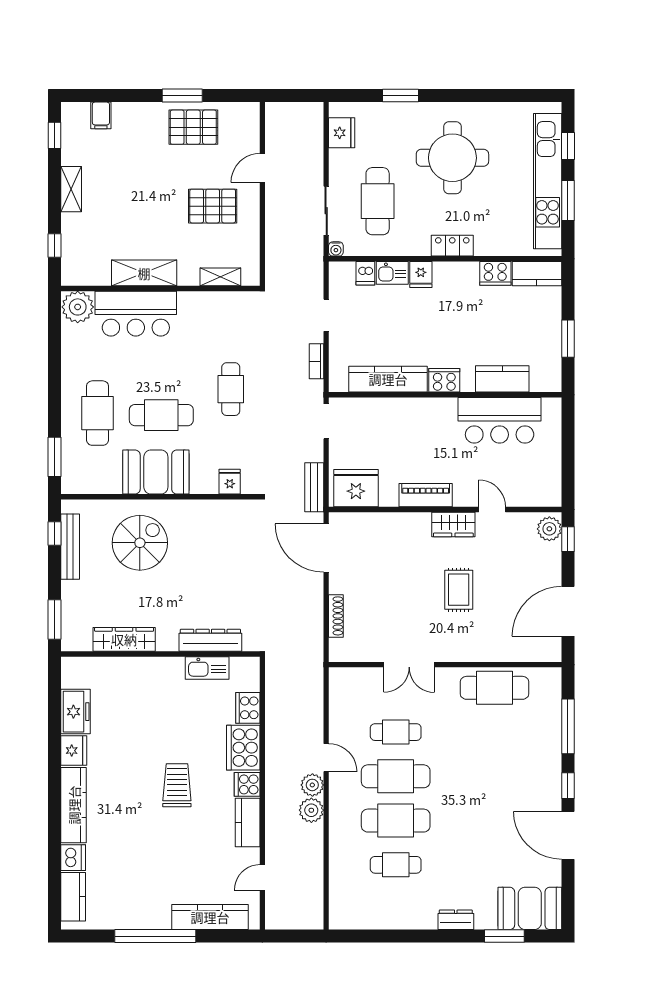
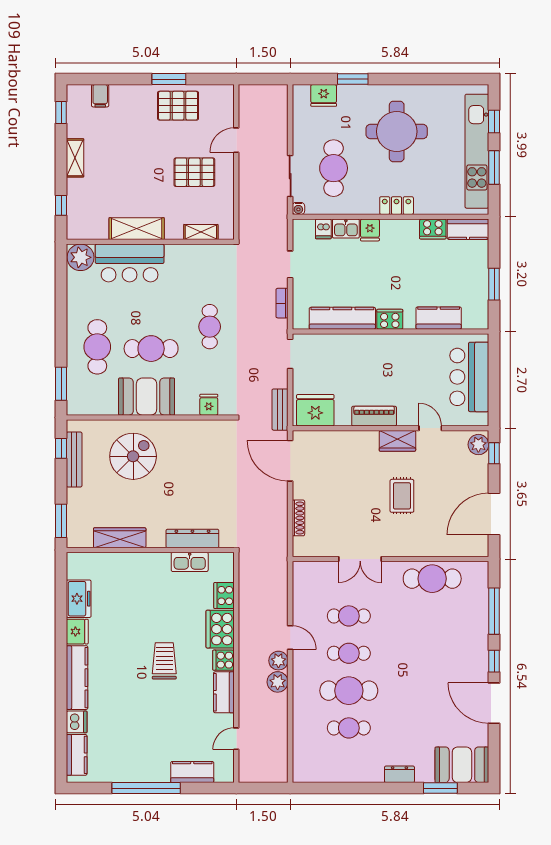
fridge: (342, 133) -> (324, 95), moved, turned 90
bar counter: (500, 420) -> (469, 377), moved, turned 90
cafe table: (396, 776) -> (349, 653), width x0.73, depth x0.74
kitchen counter: (210, 917) -> (192, 772), width x0.67

